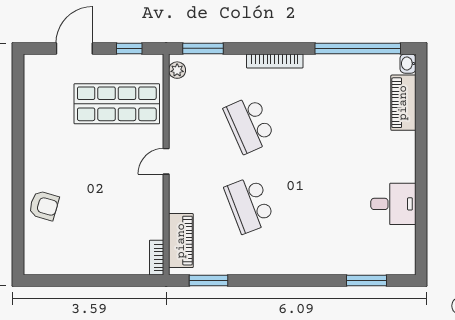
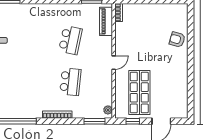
shop shelf: (117, 104) -> (139, 92), turned 90
school desk: (249, 124) -> (70, 82), turned 30
school desk: (249, 205) -> (70, 40), turned 33

